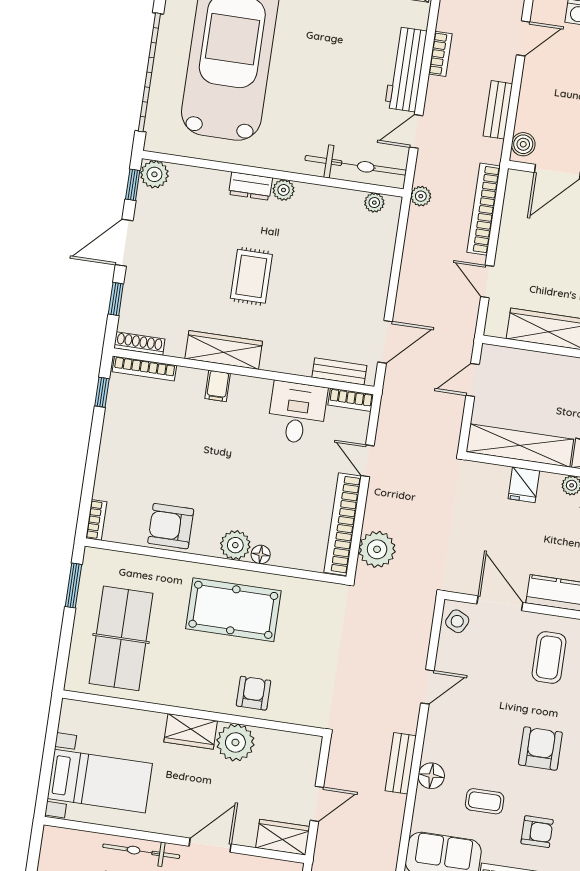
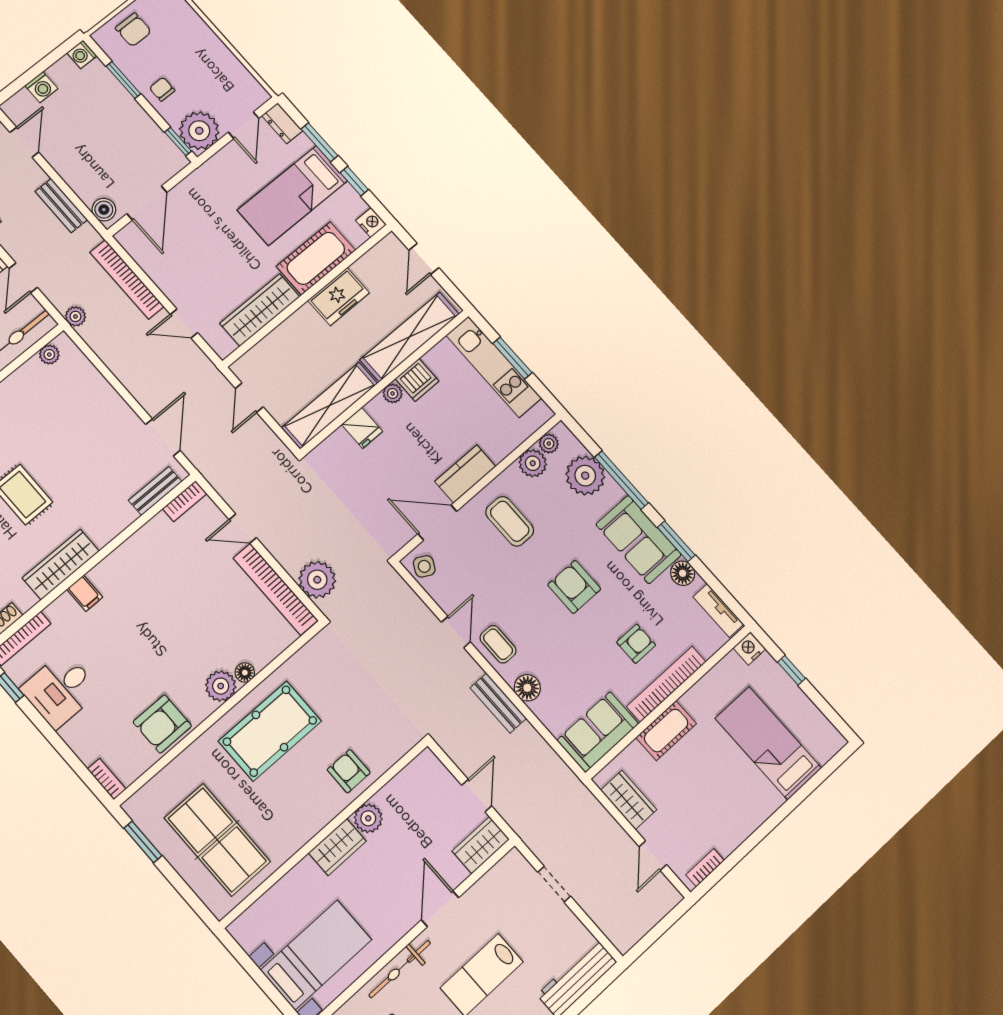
desk: (297, 413) -> (60, 690), moved, turned -90
plant: (235, 742) -> (368, 818), width x0.73, depth x0.73
coffee table: (485, 801) -> (498, 644), moved, turned 90

